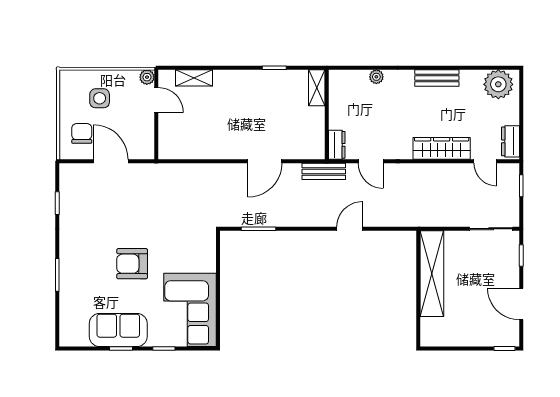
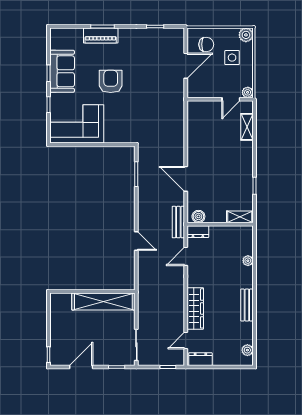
plant: (69, 79) -> (246, 35), added
plant: (498, 84) -> (247, 350), width x0.53, depth x0.53
boiler: (316, 144) -> (198, 216), added
piano: (69, 277) -> (101, 35), added

